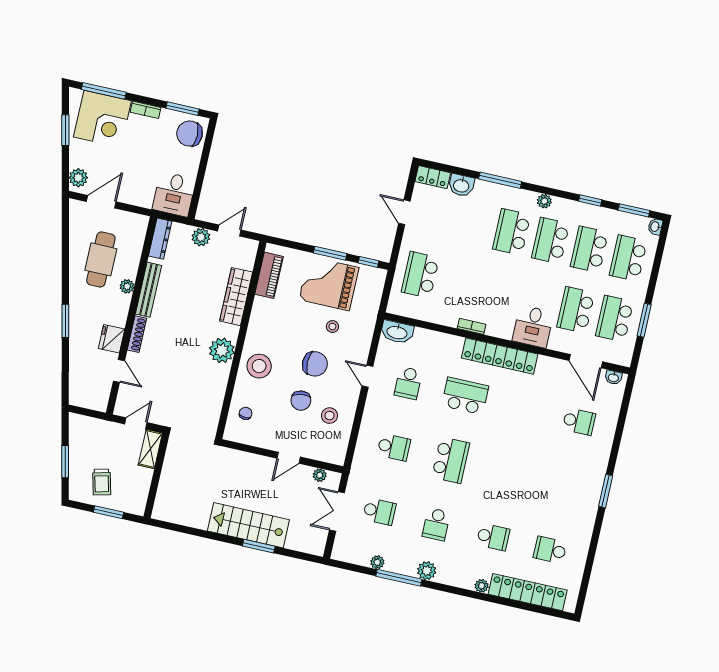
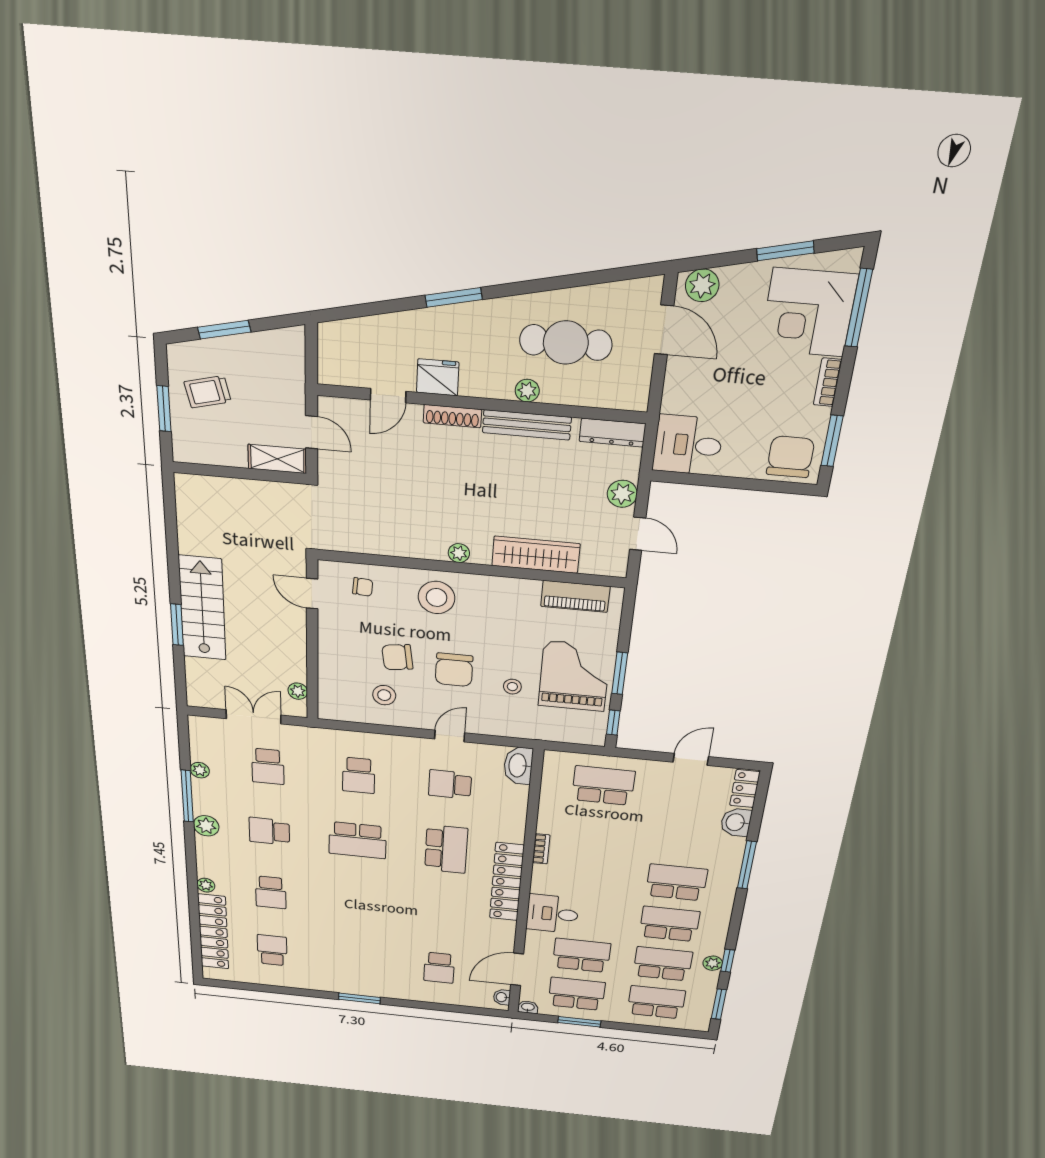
plant: (544, 201) -> (713, 963), moved
washbasin: (655, 227) -> (528, 1007), moved
plant: (222, 350) -> (459, 553), width x0.53, depth x0.53
door: (289, 458) -> (312, 594), moved

